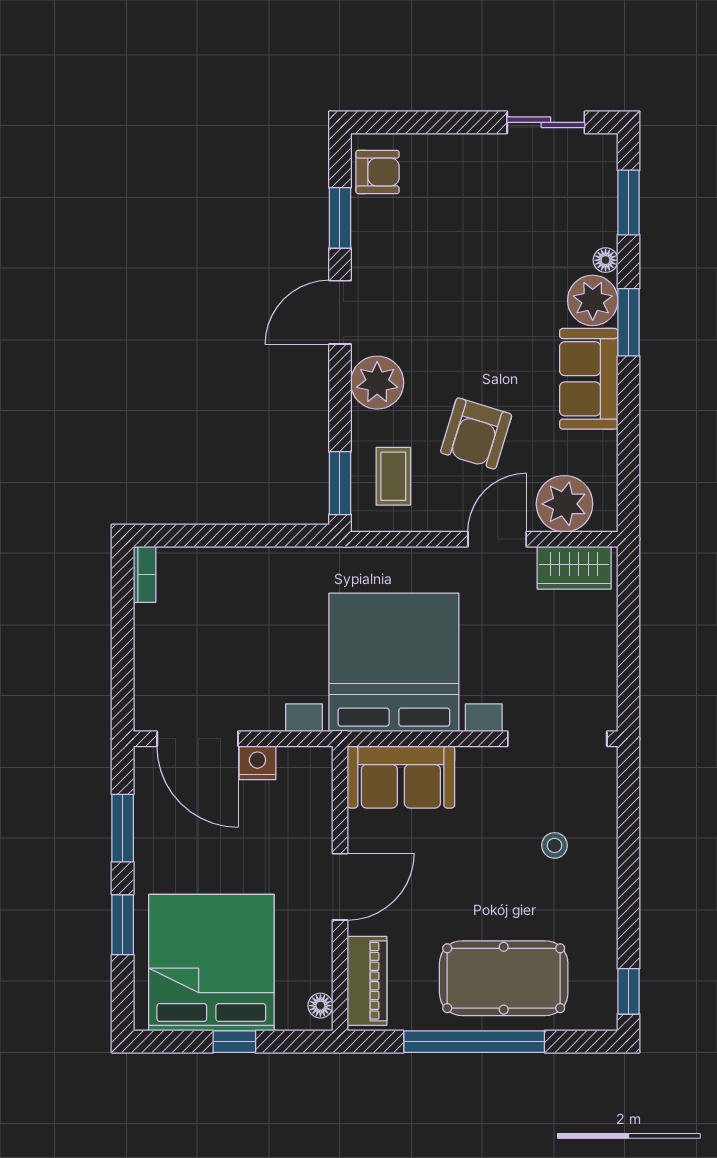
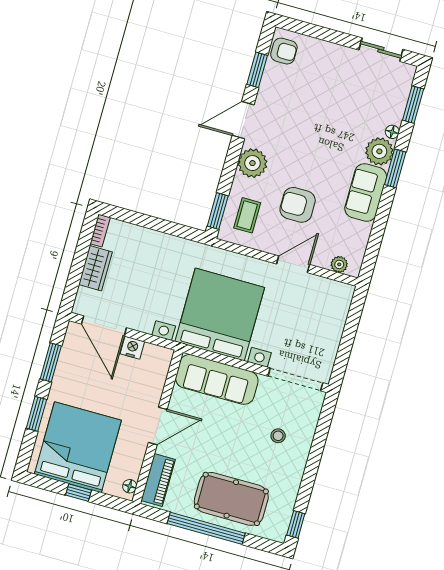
armchair: (476, 433) -> (298, 205), turned 73
plant: (564, 504) -> (339, 264), width x0.53, depth x0.53
wardrobe: (574, 568) -> (95, 268), moved, turned -90
sofa: (401, 777) -> (217, 379), width x1.36

